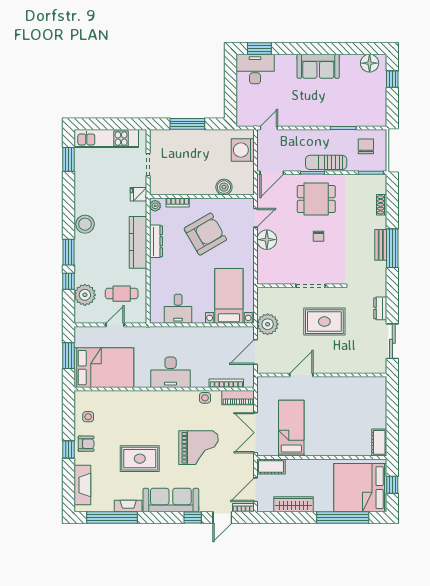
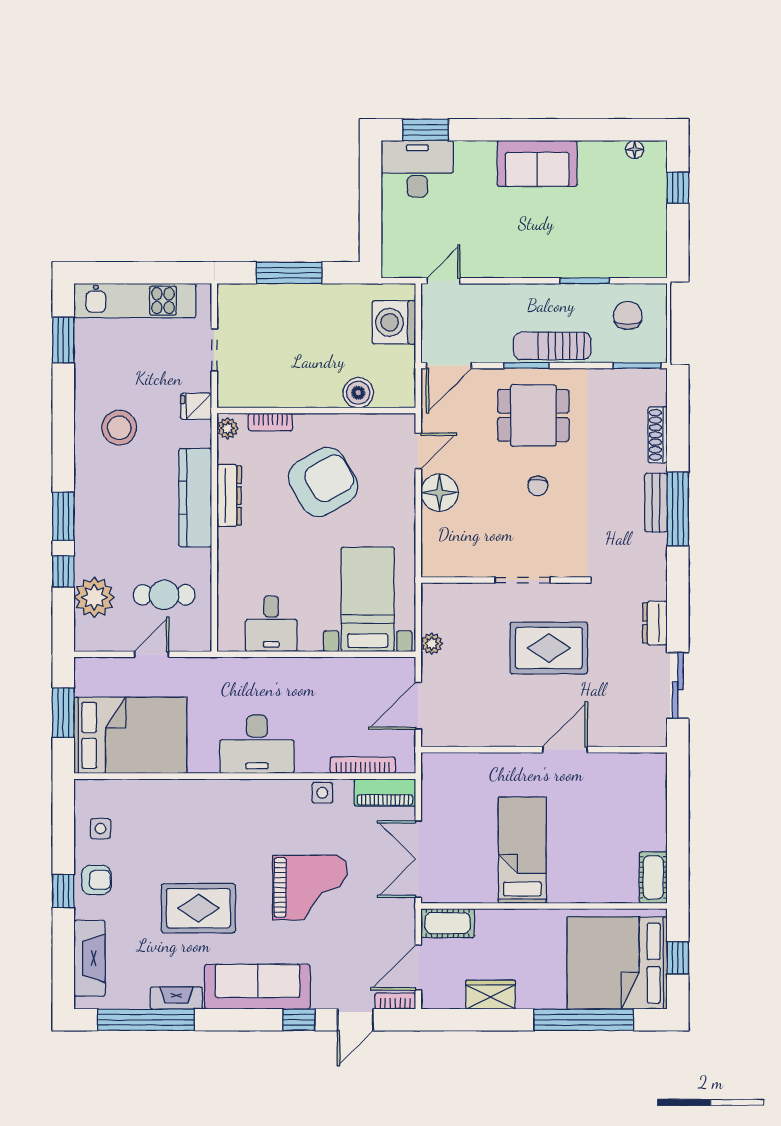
floor lamp: (370, 63) -> (635, 149), width x0.53, depth x0.53
shoe rack: (382, 205) -> (658, 435), width x1.43
stool: (85, 224) -> (119, 428), moved
plant: (268, 324) -> (432, 644), width x0.53, depth x0.53
door: (301, 375) -> (565, 750), moved
bed: (291, 428) -> (522, 850), moved
wardrobe: (294, 504) -> (490, 995), width x0.67

